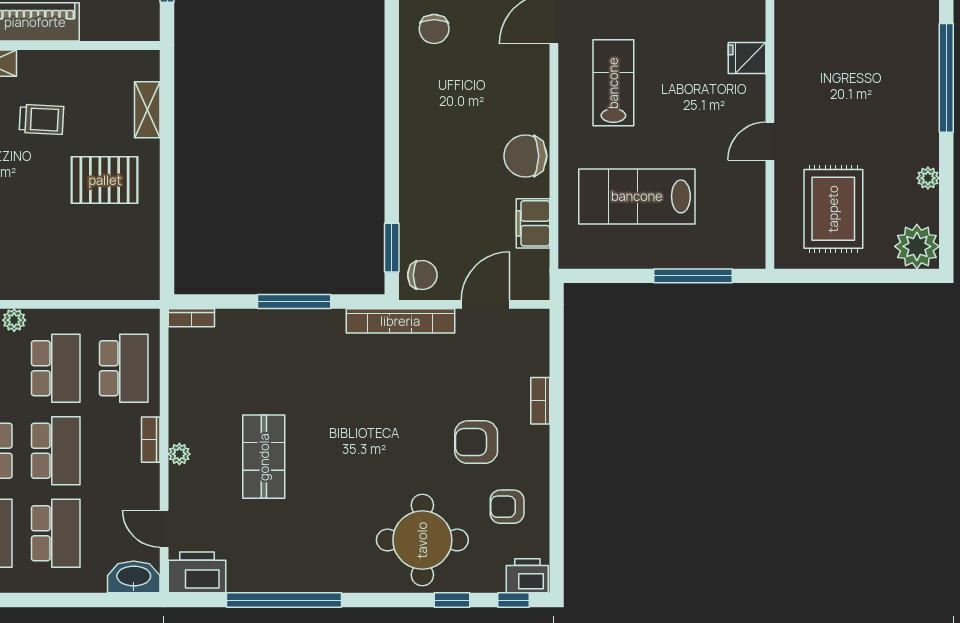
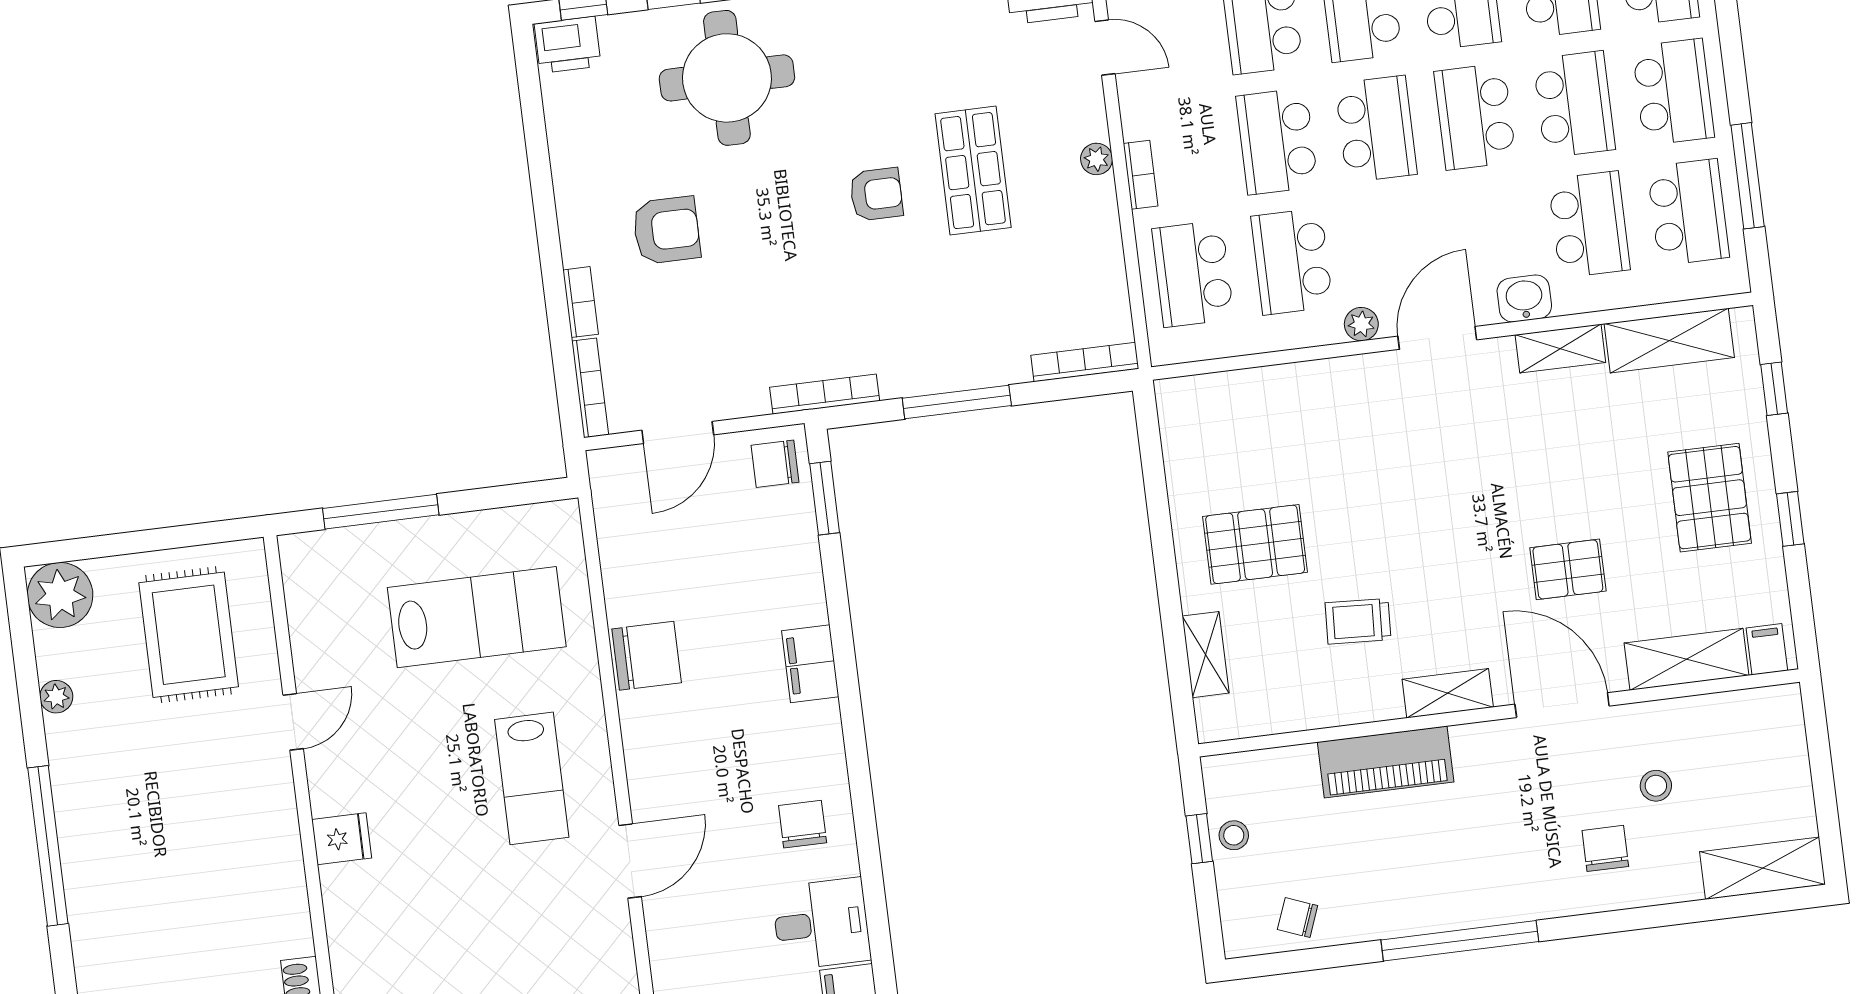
filing cabinet: (533, 223) -> (810, 664), moved, turned 180
bookcase: (191, 318) -> (1085, 362), width x1.56
bookcase: (400, 321) -> (825, 394), width x0.68, depth x0.76
bookcase: (541, 342) -> (590, 388), added
armchair: (507, 507) -> (876, 194), moved

